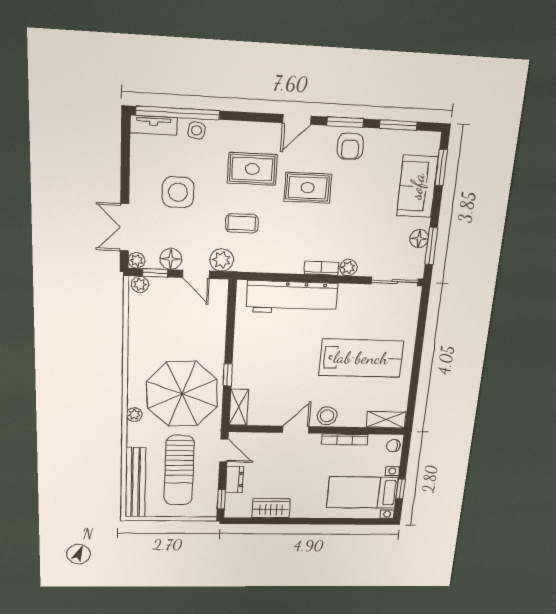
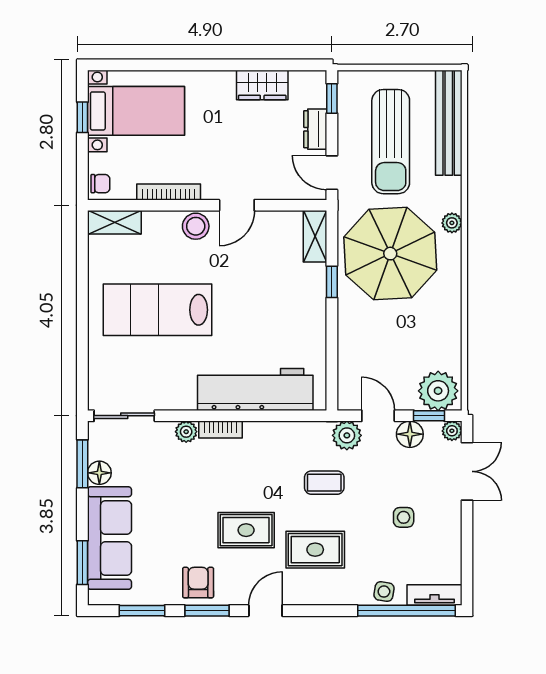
sofa: (417, 186) -> (109, 538), width x1.36
side table: (178, 192) -> (404, 517), width x0.54, depth x0.54
plant: (140, 284) -> (438, 391), width x1.88, depth x1.88
sun lounger: (179, 471) -> (391, 142), turned 180

